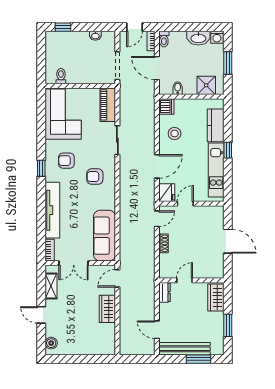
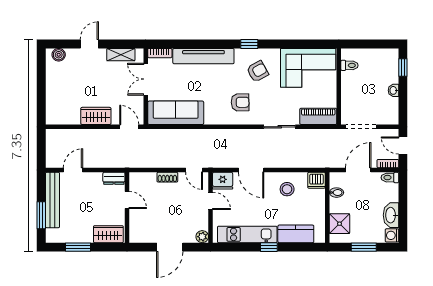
washbasin: (95, 36) -> (393, 90), moved
armchair: (66, 161) -> (257, 71), turned 61
armchair: (95, 177) -> (240, 102), turned 89
plant: (218, 211) -> (202, 237), added

